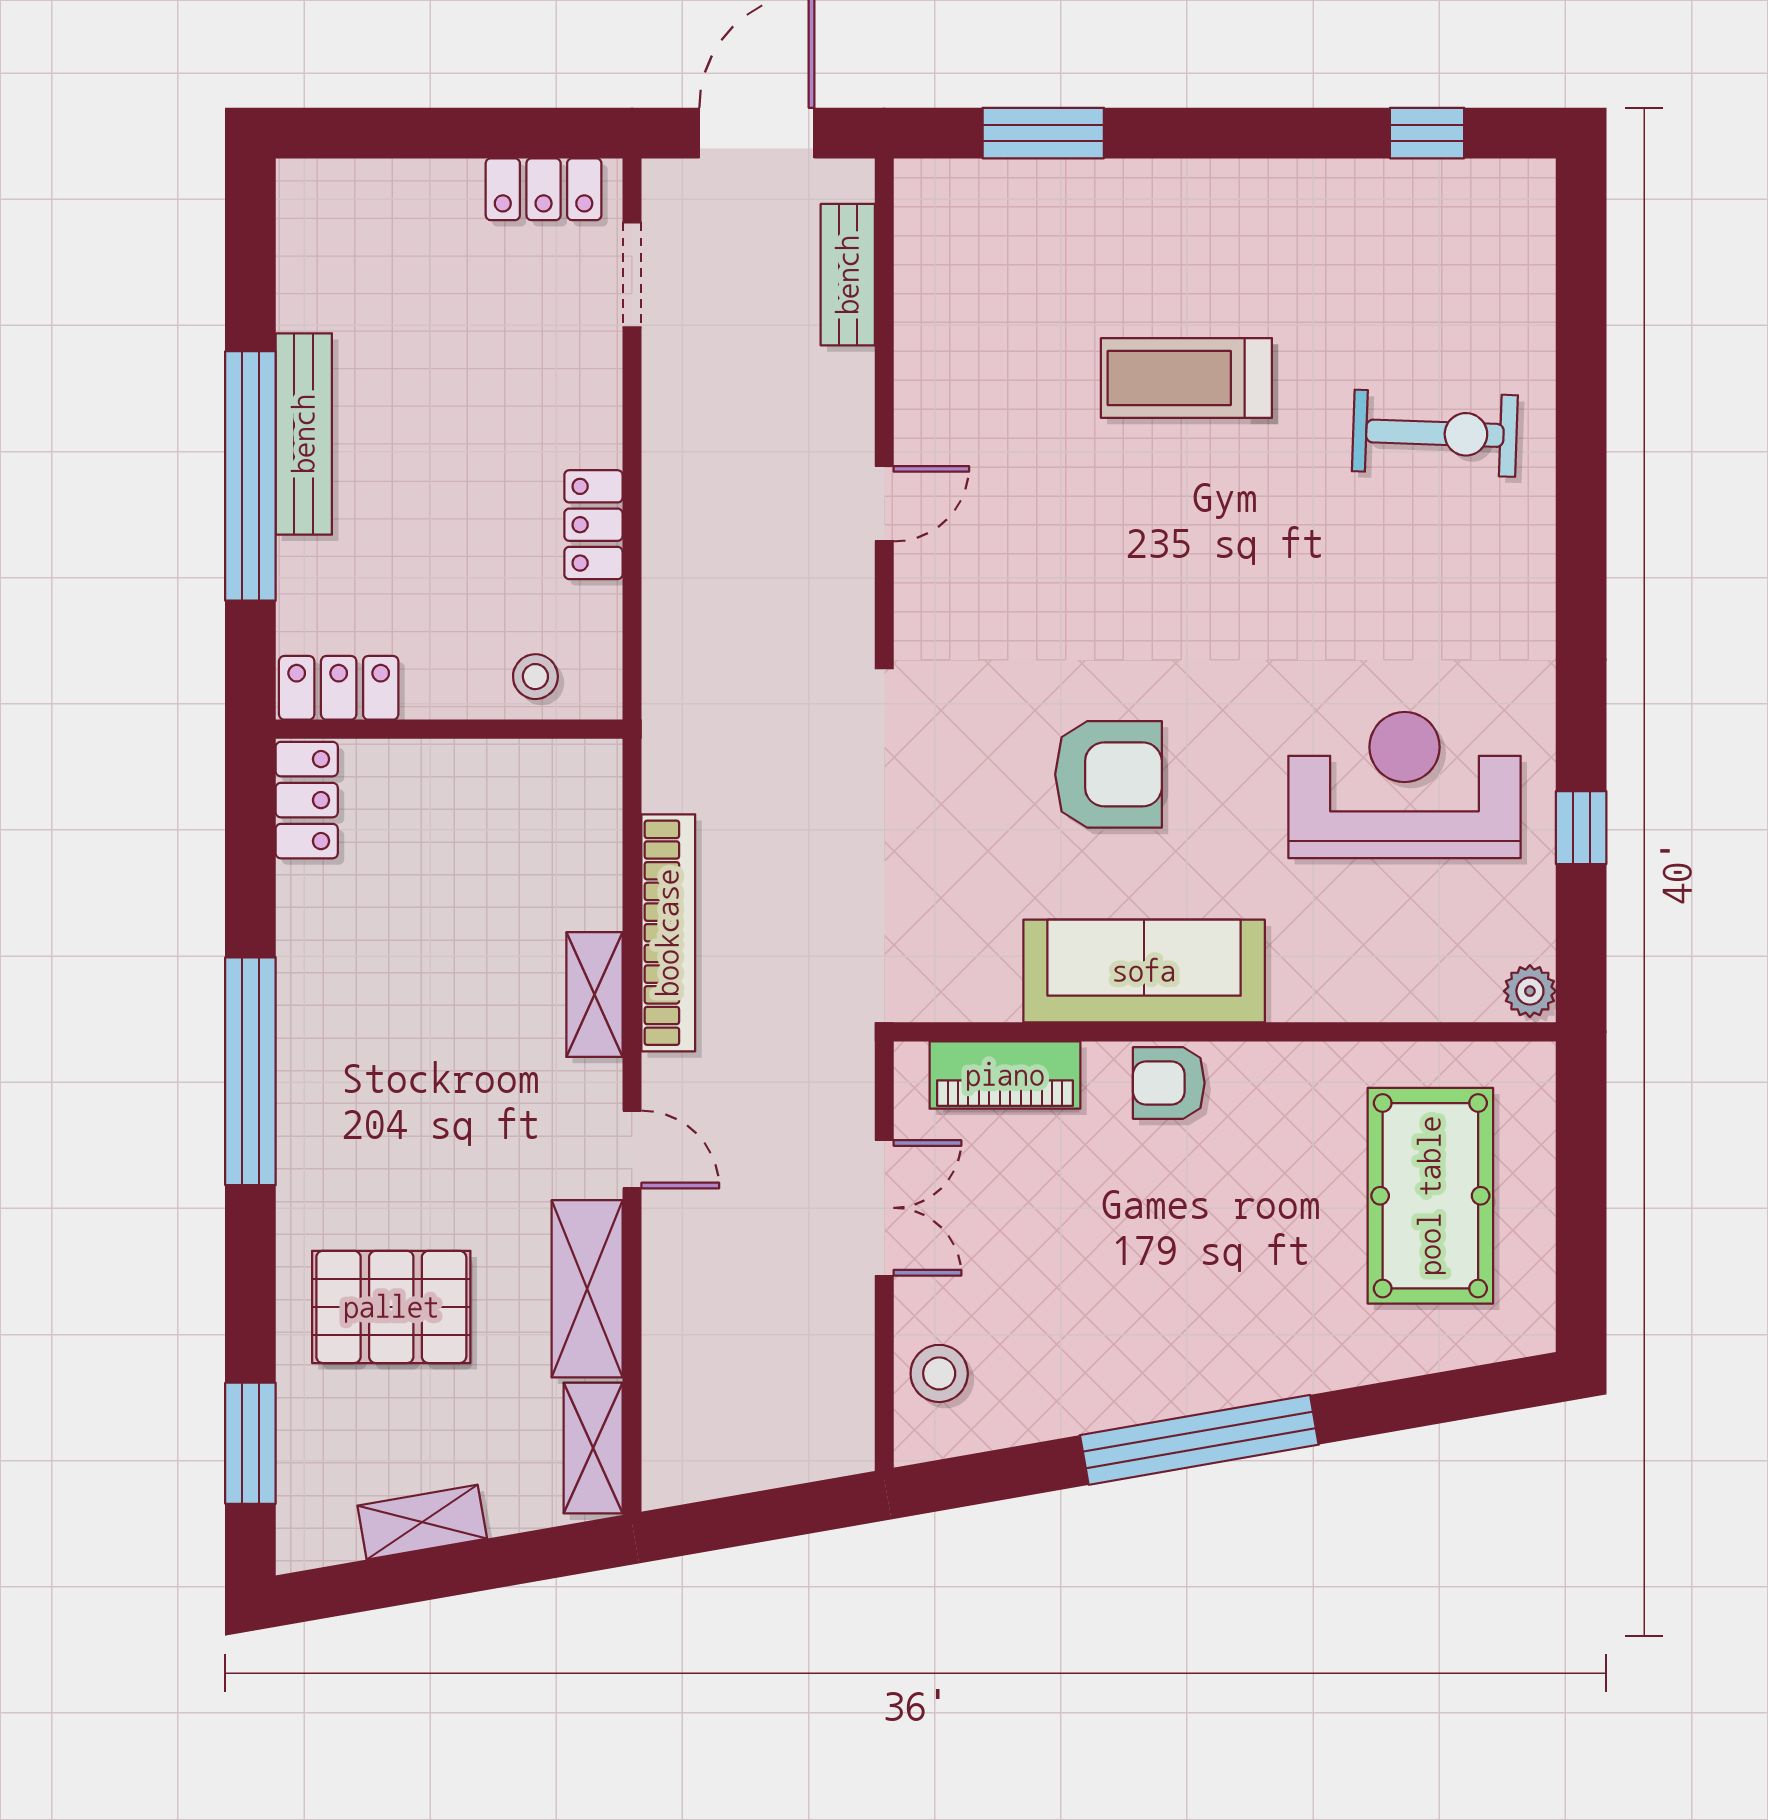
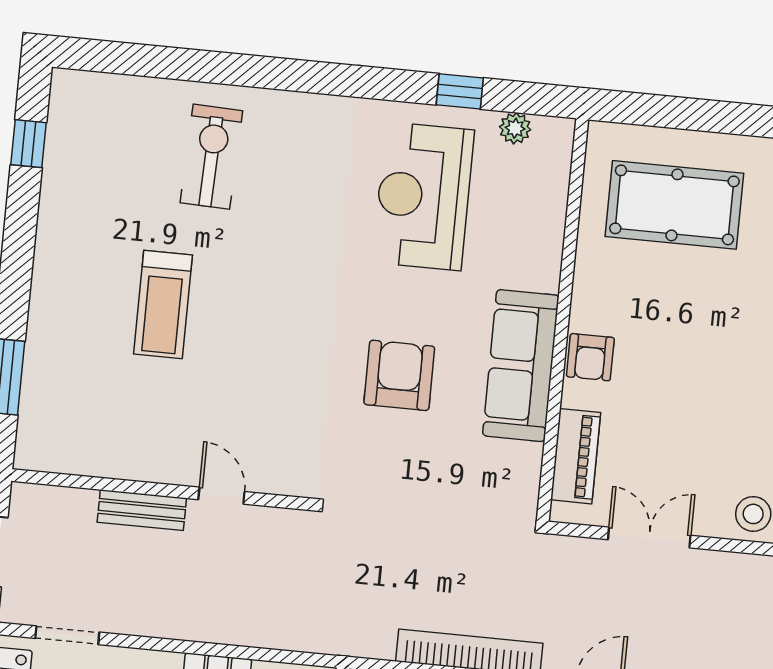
bench: (848, 275) -> (142, 510), moved
plant: (1530, 991) -> (515, 128), moved

